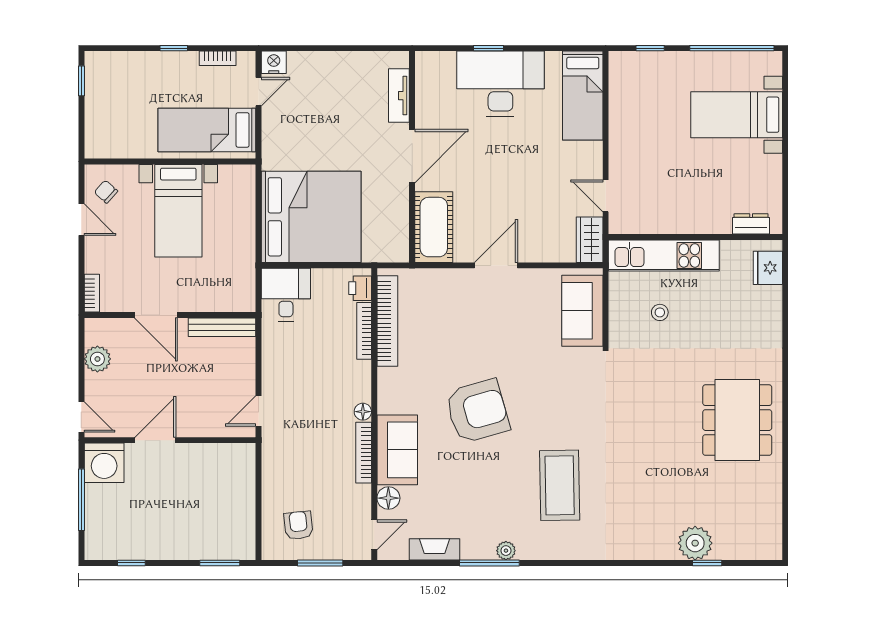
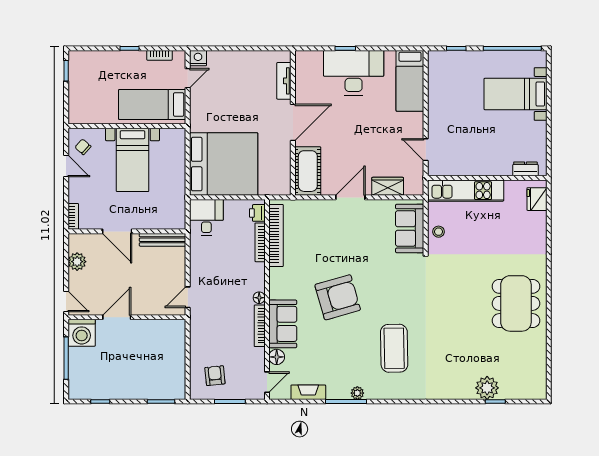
wardrobe: (590, 240) -> (388, 186), moved, turned 90
stool: (660, 312) -> (439, 232), moved

